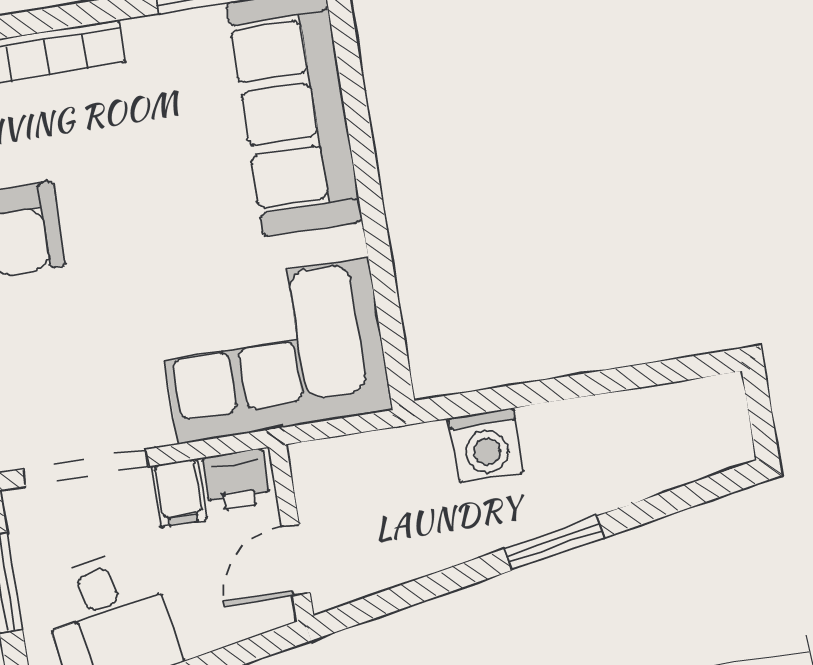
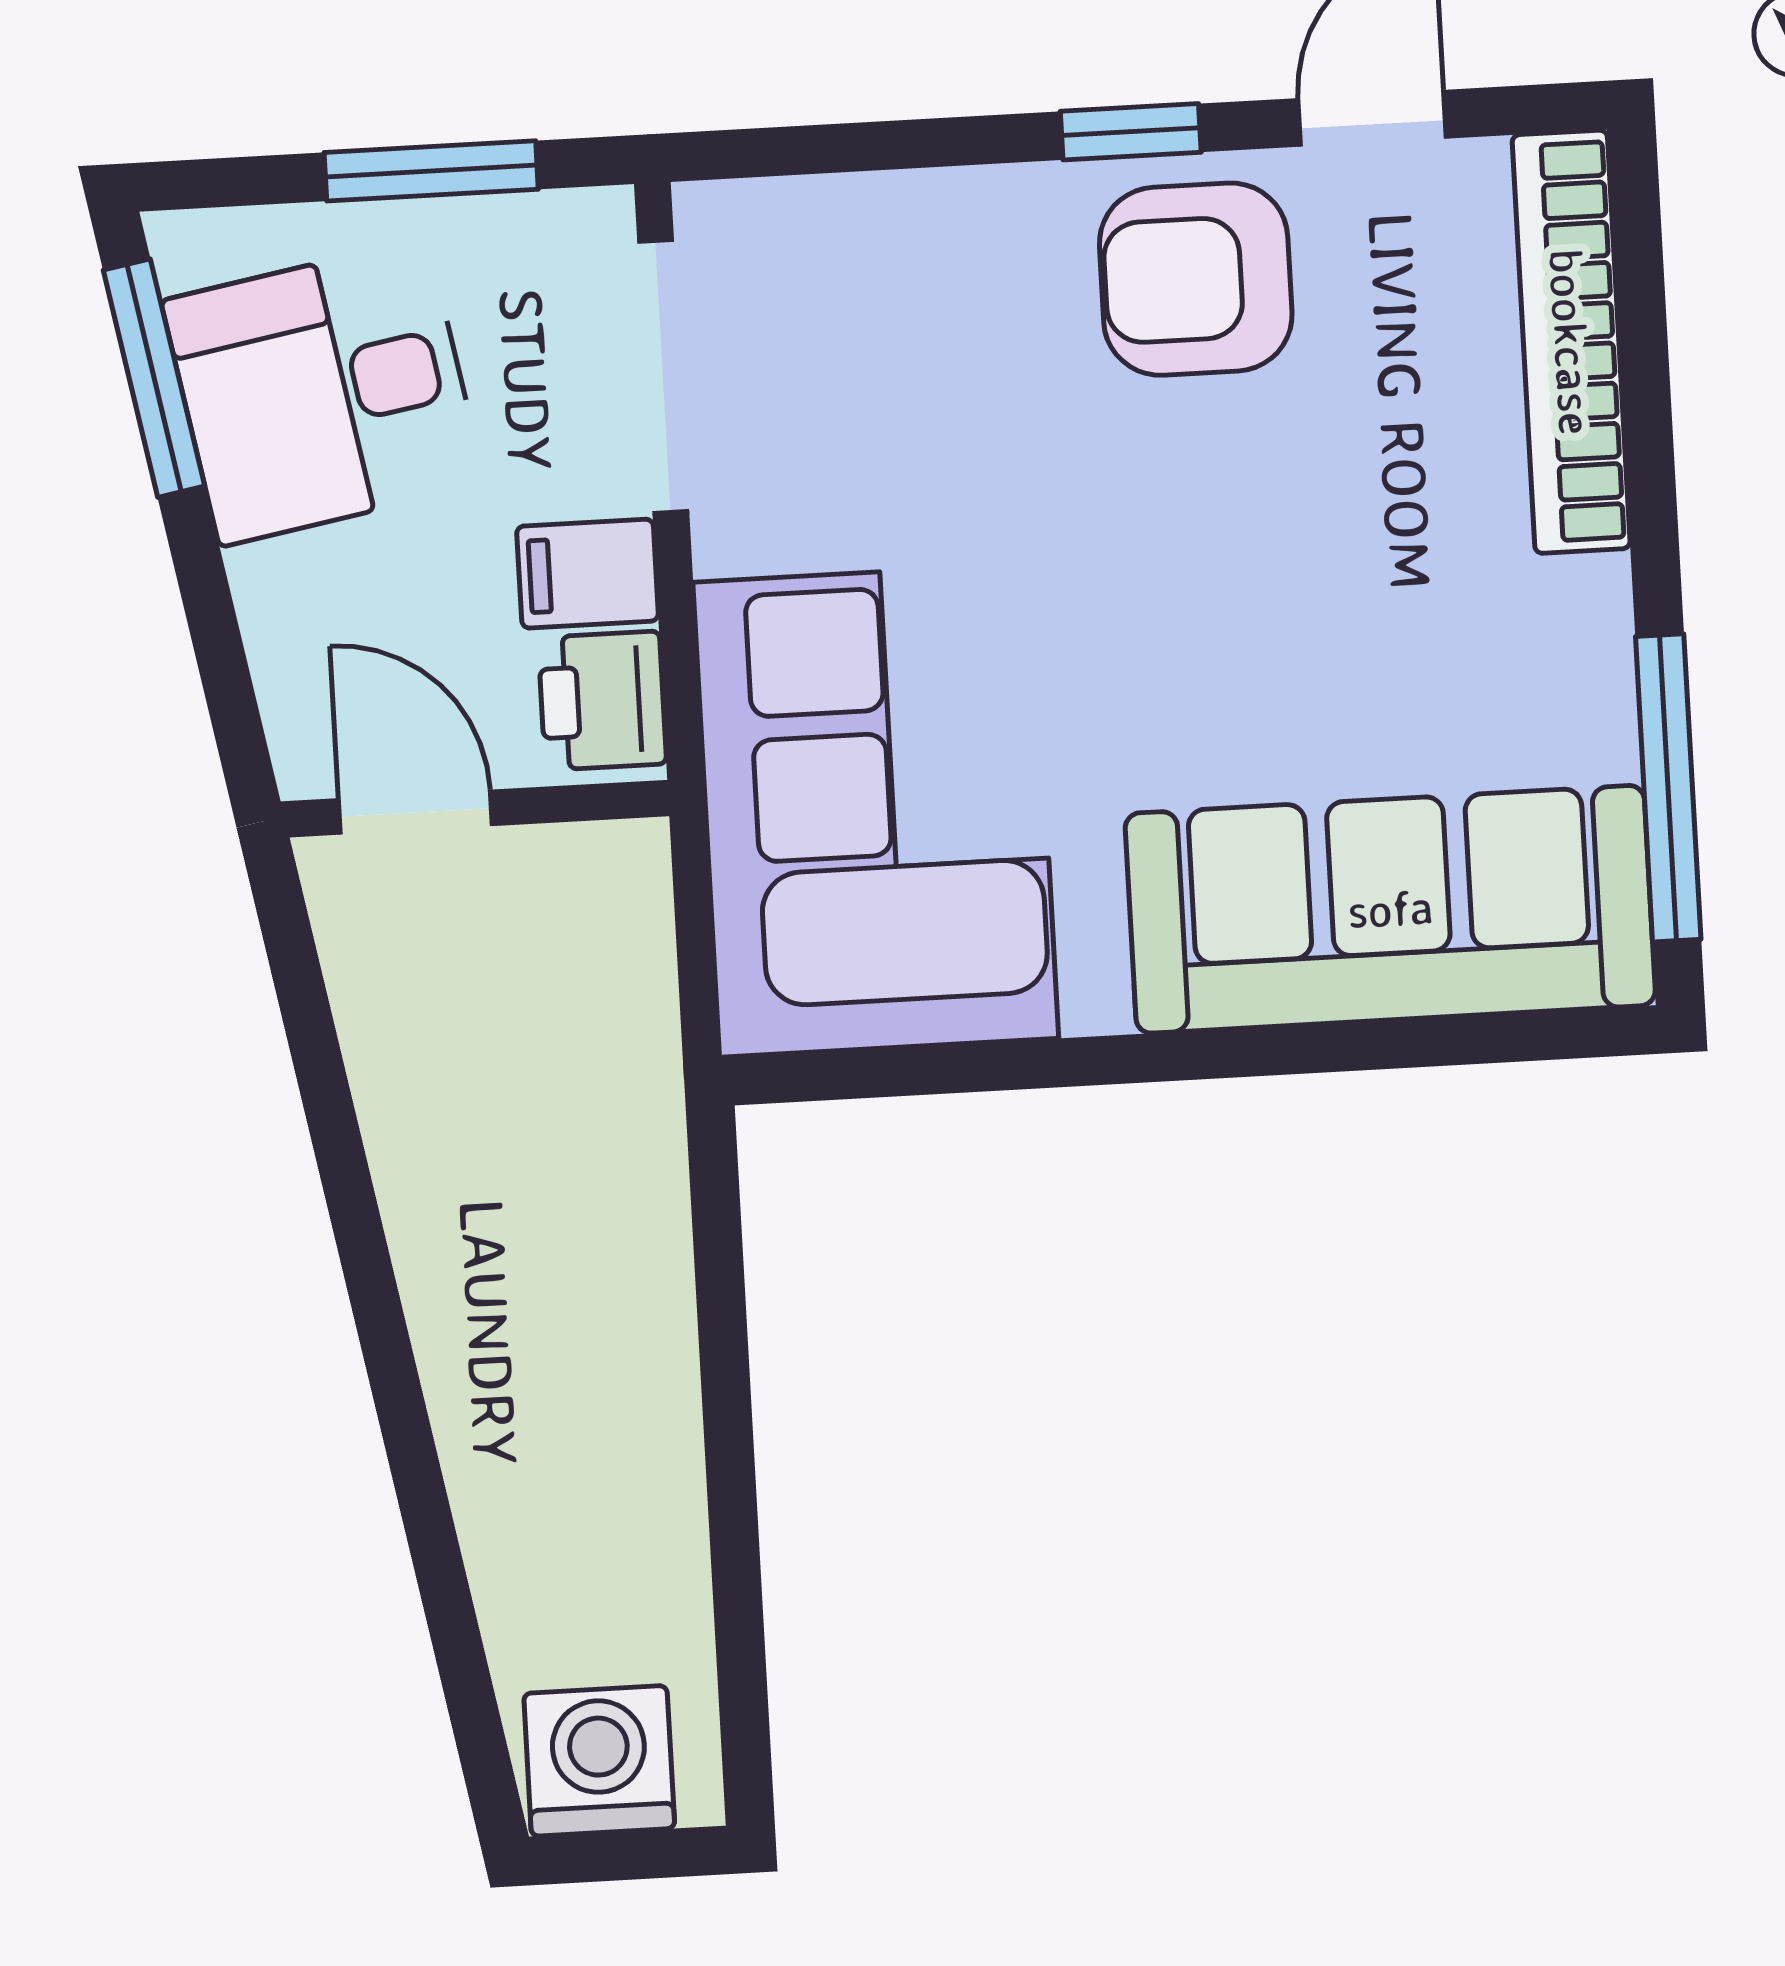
washing machine: (486, 445) -> (599, 1761), moved, turned 90
window: (554, 543) -> (394, 1379), removed

